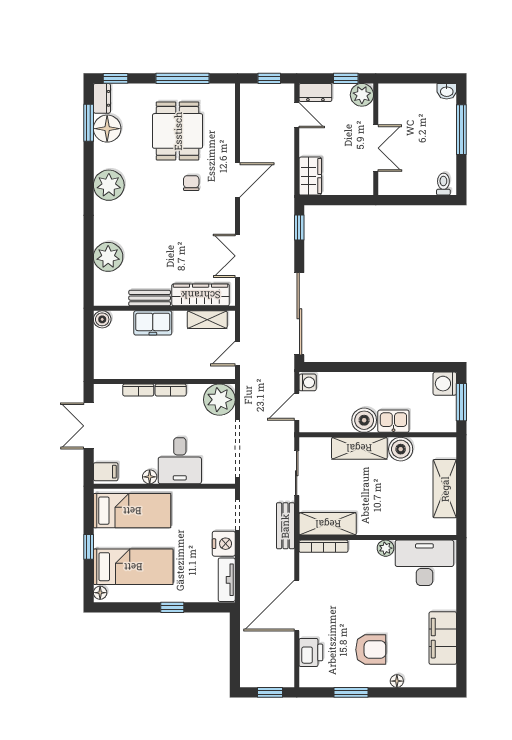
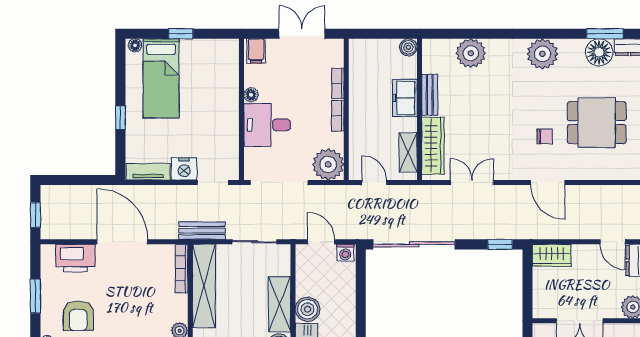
door: (297, 115) -> (612, 242), hinge flipped
bed: (132, 511) -> (217, 77), removed
shelving: (328, 524) -> (204, 286), width x1.47
printer: (311, 652) -> (75, 258), width x1.37, depth x1.19

